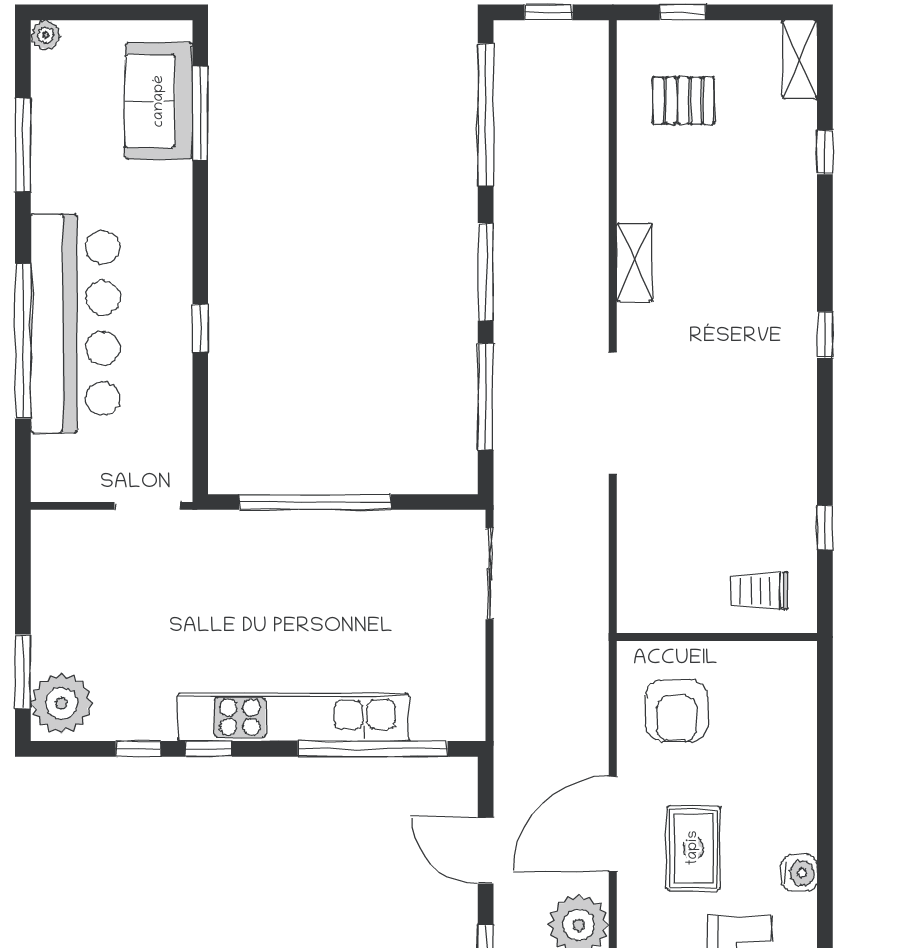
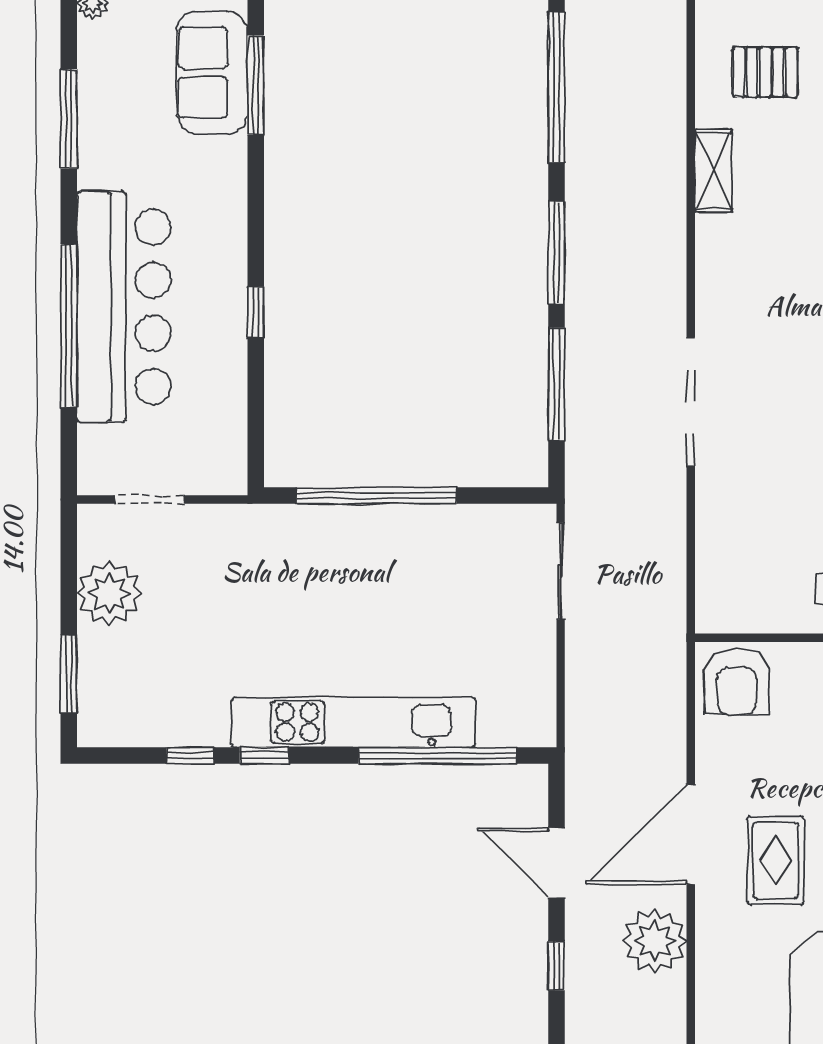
shelving: (634, 262) -> (713, 170), moved
doorway: (147, 506) -> (150, 499), moved
plant: (61, 703) -> (109, 593), moved
armchair: (677, 711) -> (737, 682), moved

